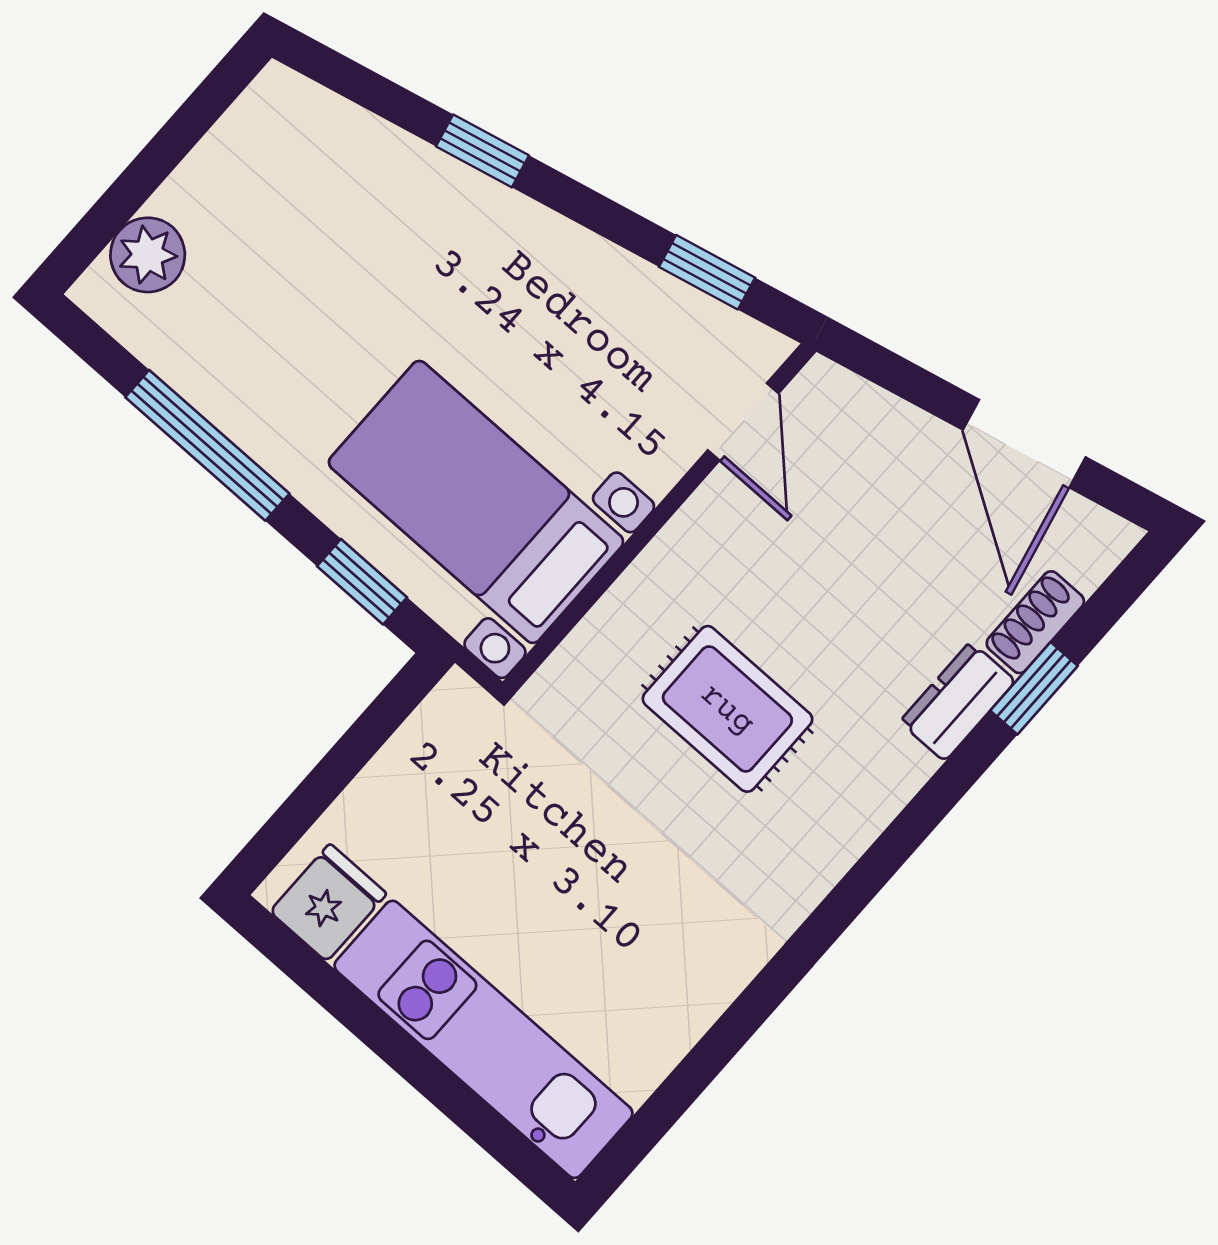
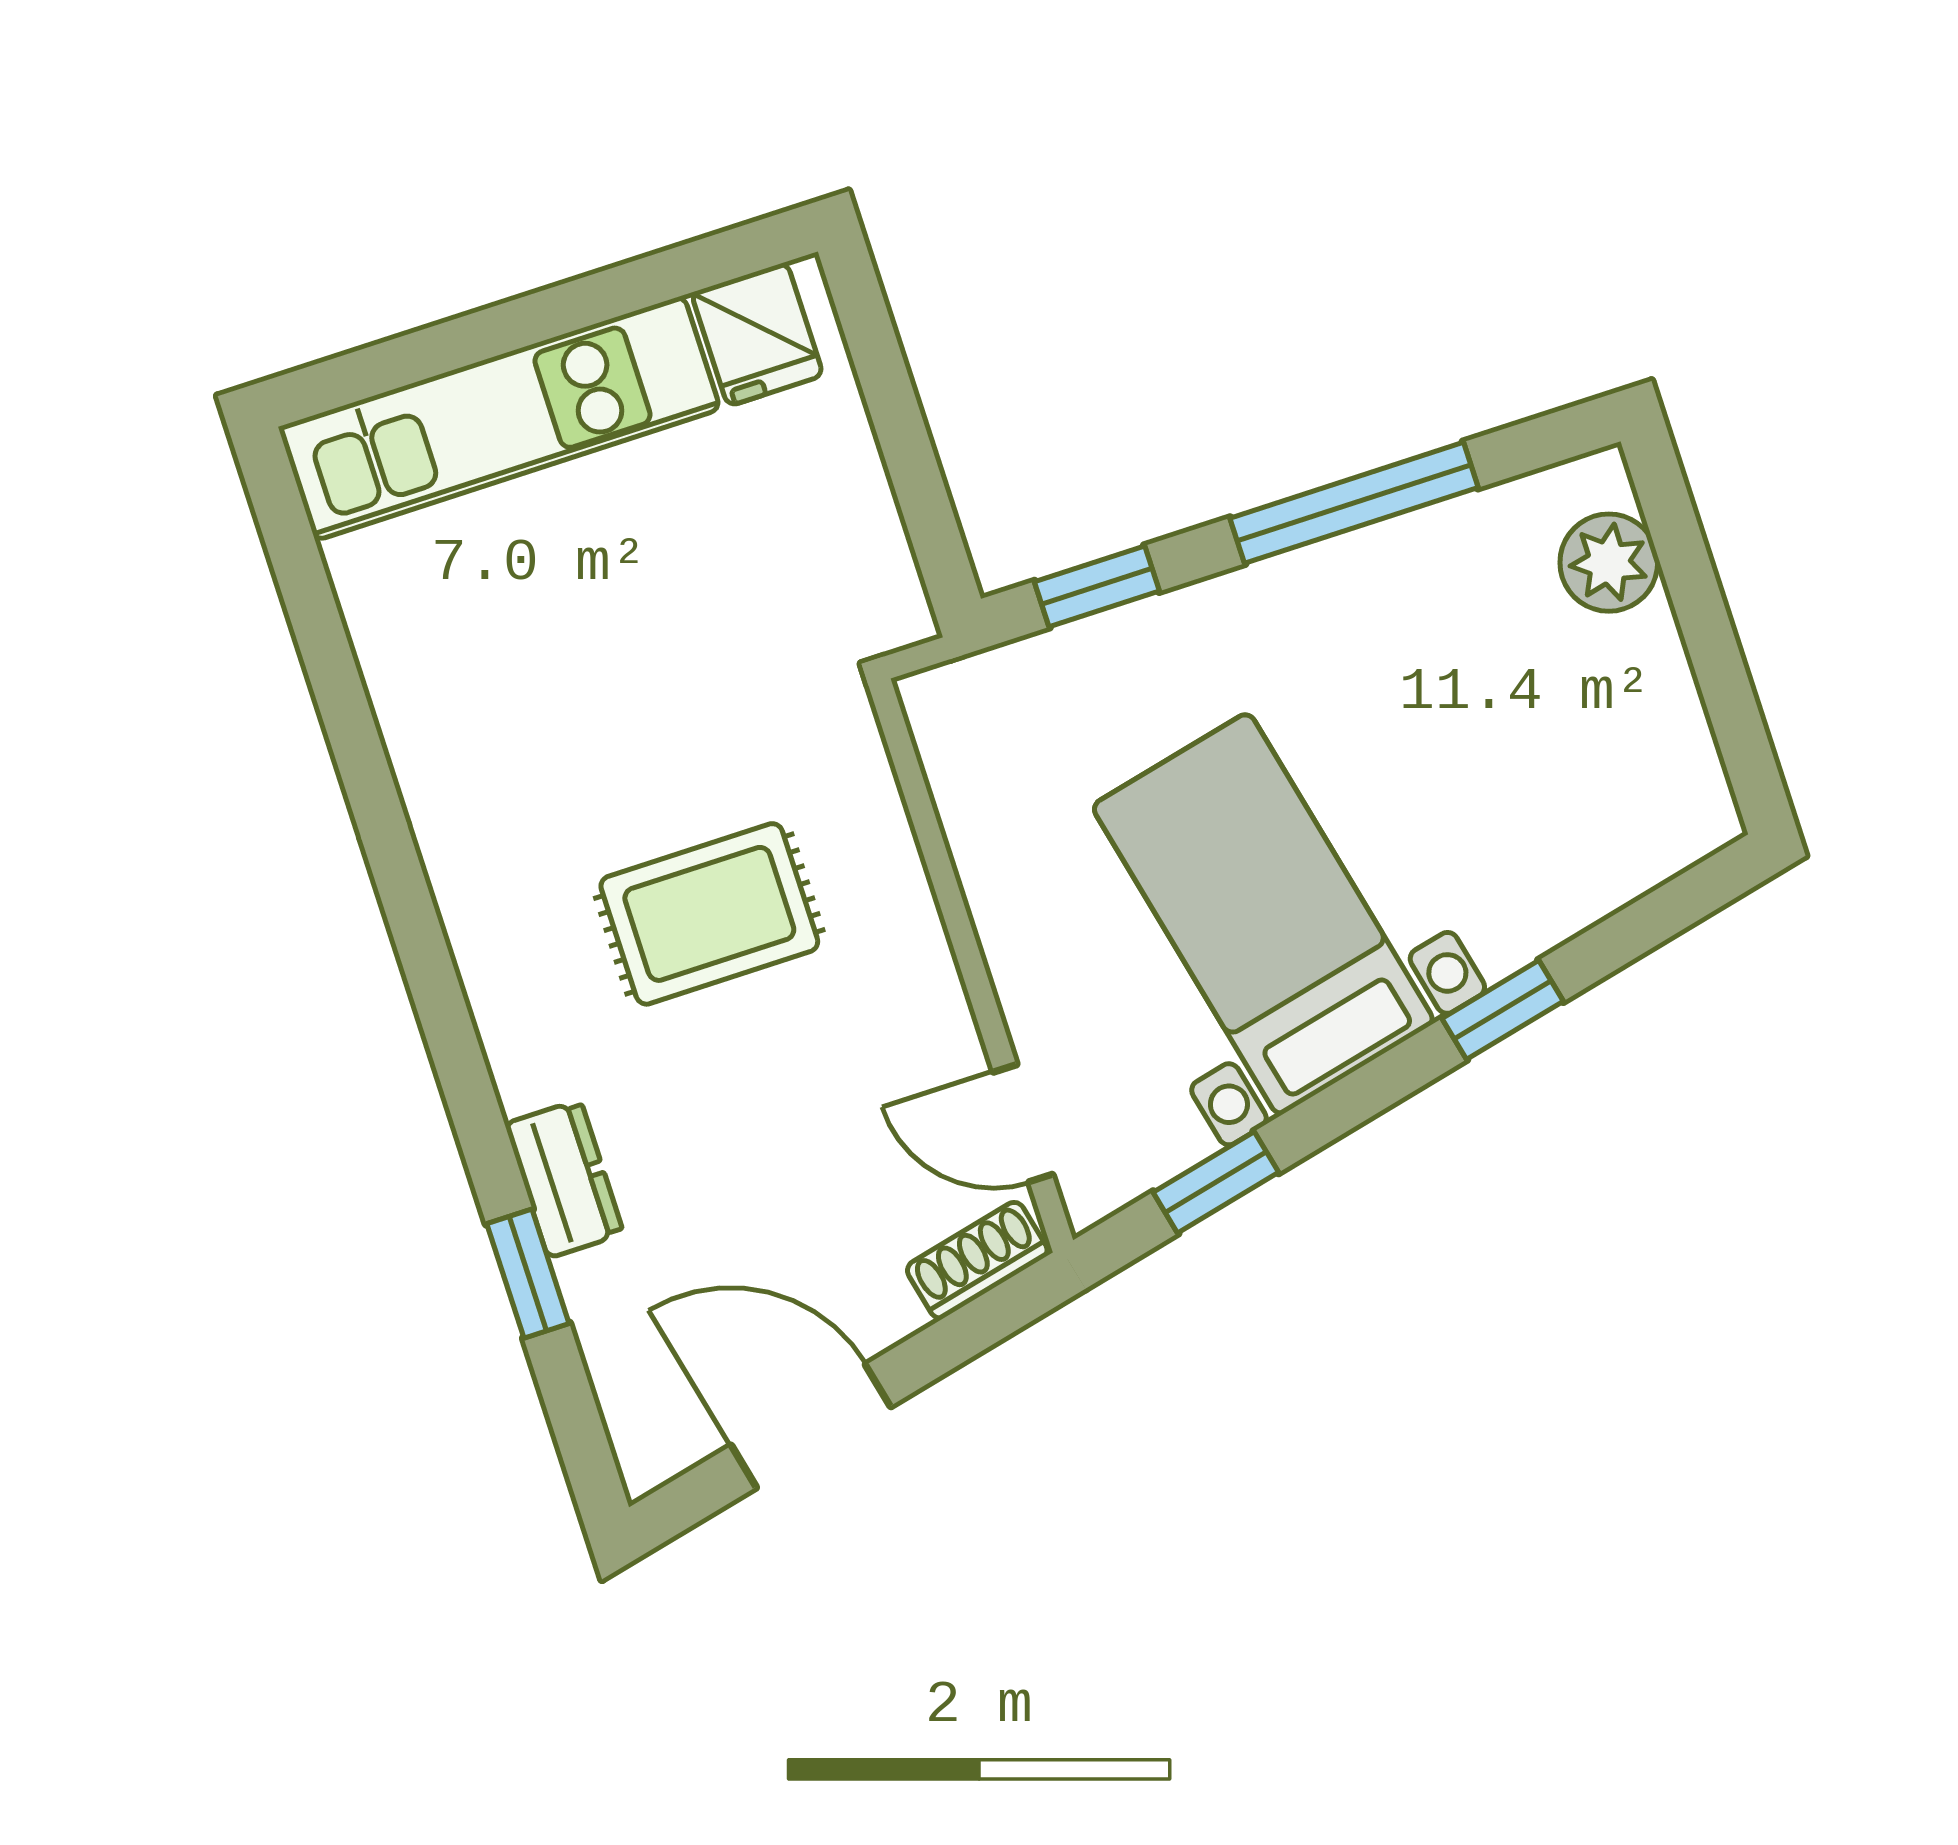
bed with nightstands: (476, 502) -> (1263, 914), moved, turned -103
shoe rack: (1035, 622) -> (977, 1260), moved, turned -103

